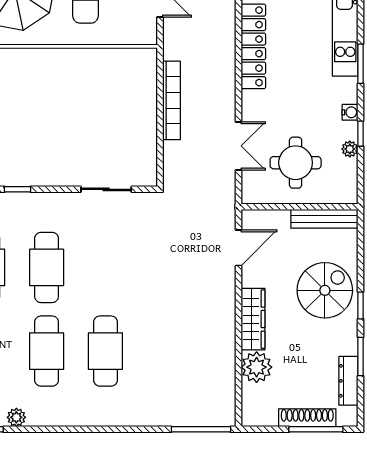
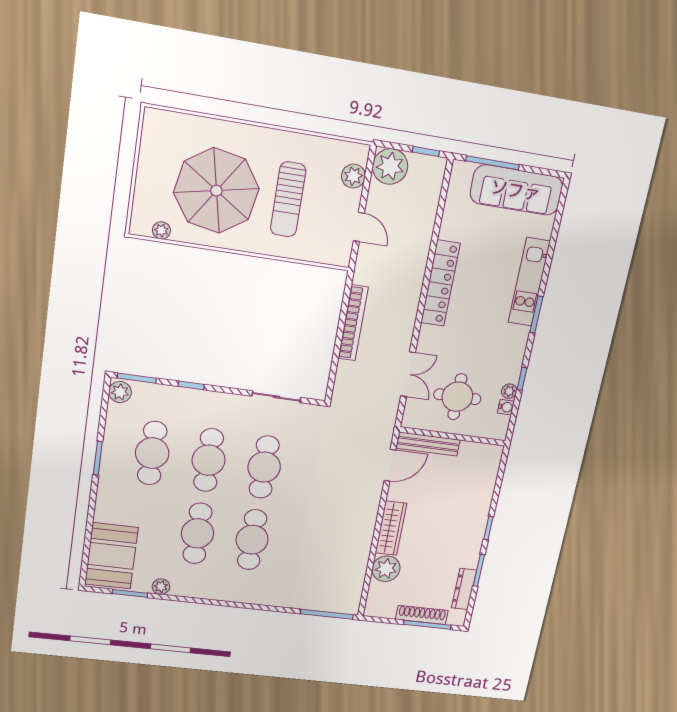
water cooler: (350, 112) -> (506, 407), moved
bench: (324, 219) -> (428, 444), moved
cafe table: (105, 267) -> (264, 467), added
spiral stairs: (325, 290) -> (460, 511), removed

